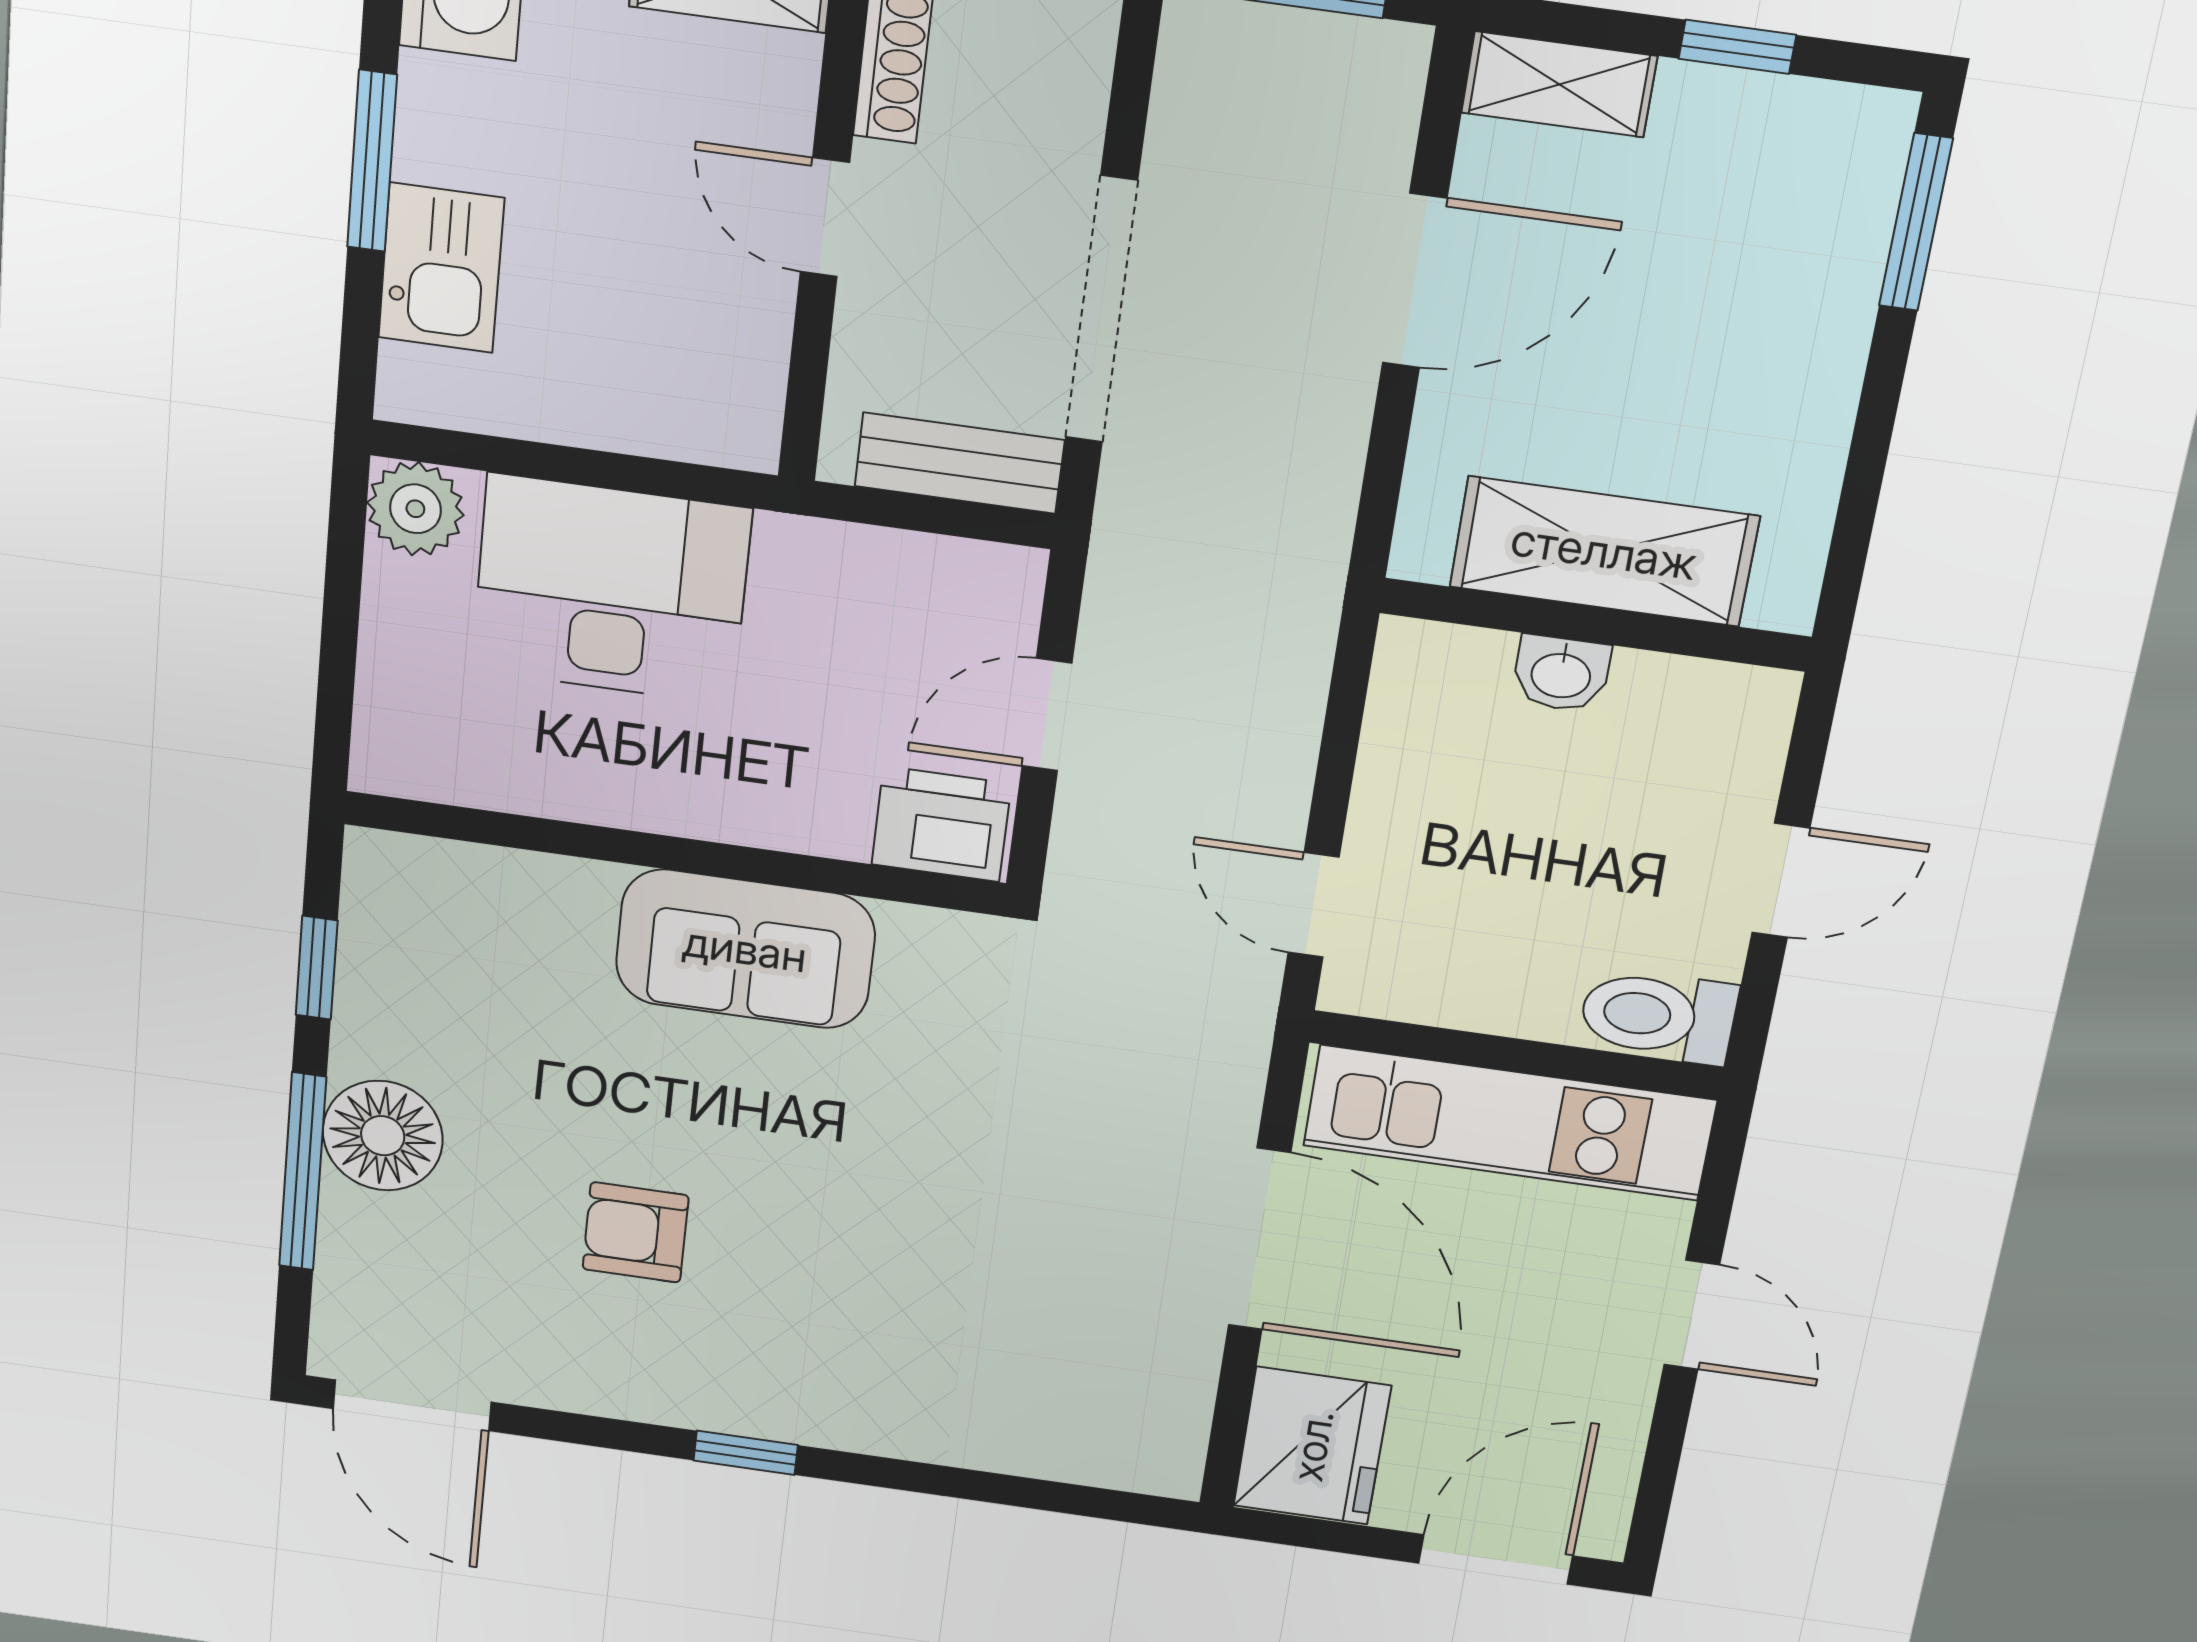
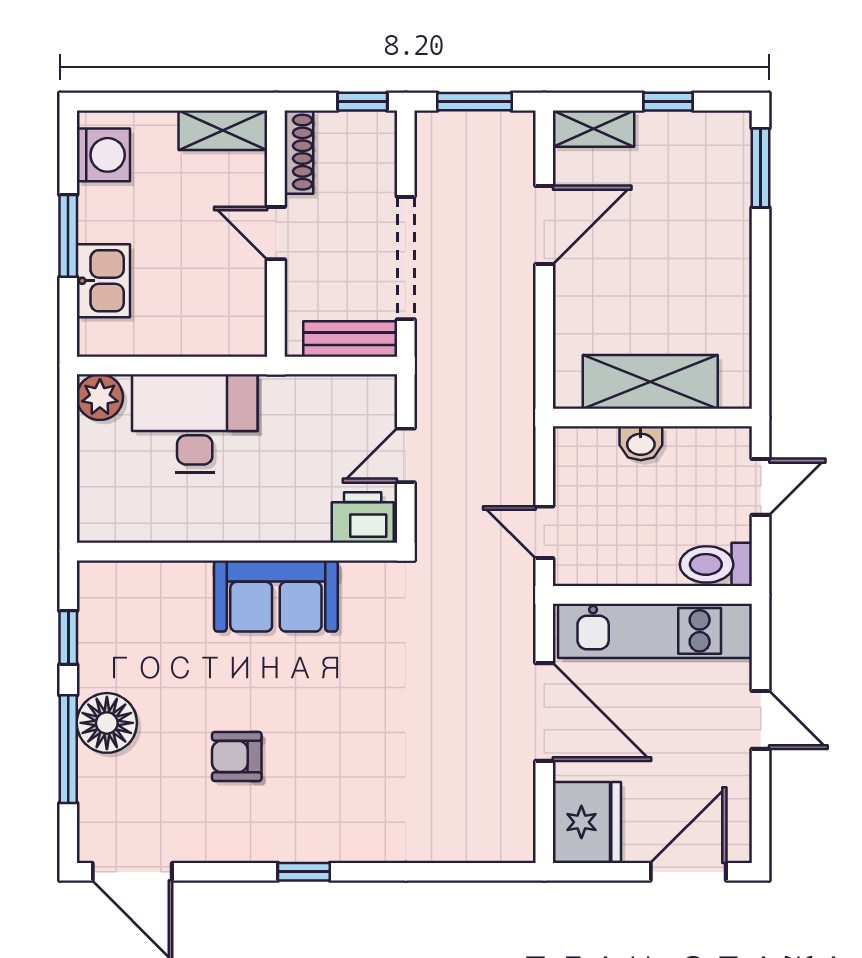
shelving: (1604, 551) -> (650, 382), moved
wall: (1595, 625) -> (652, 417), moved
washbasin: (1561, 674) -> (641, 443), moved

